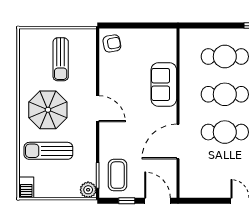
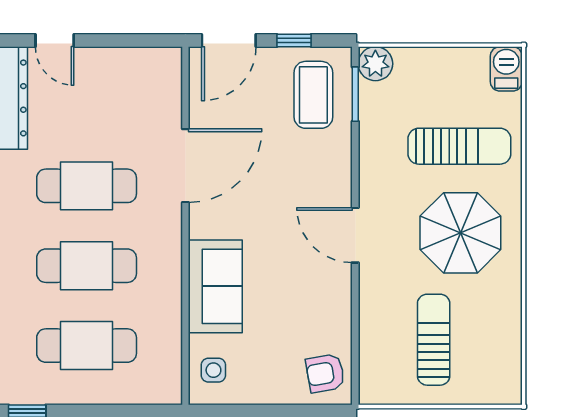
side table: (165, 45) -> (213, 370), added
door: (157, 201) -> (229, 40), hinge flipped

